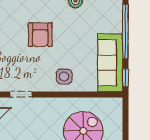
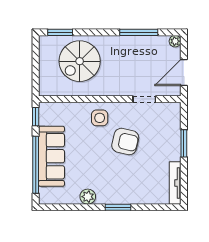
armchair: (40, 35) -> (125, 142), moved, turned 103
sofa: (110, 63) -> (51, 156), moved

